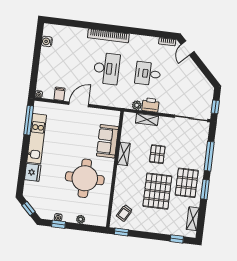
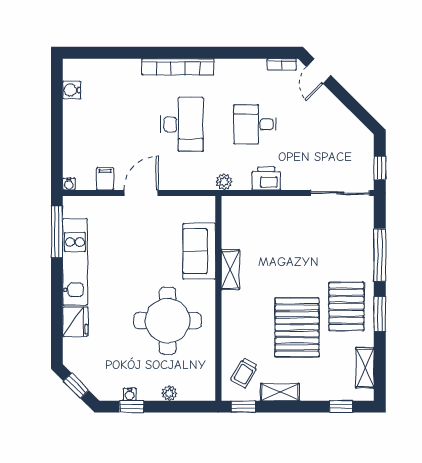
plant: (137, 105) -> (224, 182), moved
shelving: (147, 119) -> (280, 392), moved
pallet: (157, 154) -> (289, 263), removed

